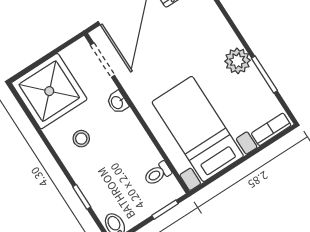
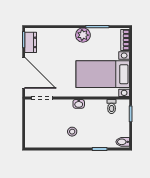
shower: (49, 91) -> (40, 132), removed
washbasin: (117, 102) -> (79, 104), moved

